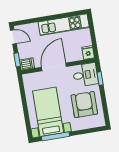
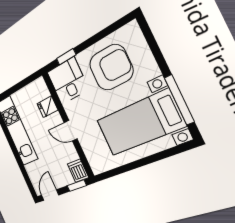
fridge: (88, 53) -> (47, 107), moved
door: (54, 67) -> (71, 131), width x0.53
armchair: (84, 105) -> (111, 67), turned 180

